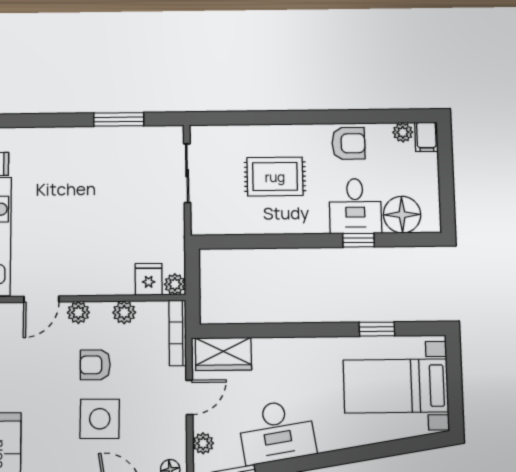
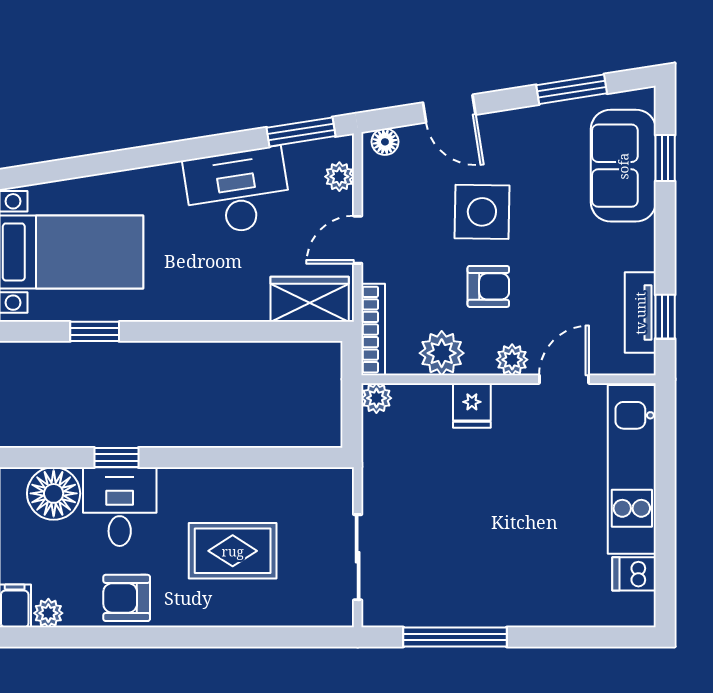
window: (119, 119) -> (455, 637), width x1.44
fridge: (149, 279) -> (472, 405), moved
plant: (124, 312) -> (442, 353), width x1.38, depth x1.38

